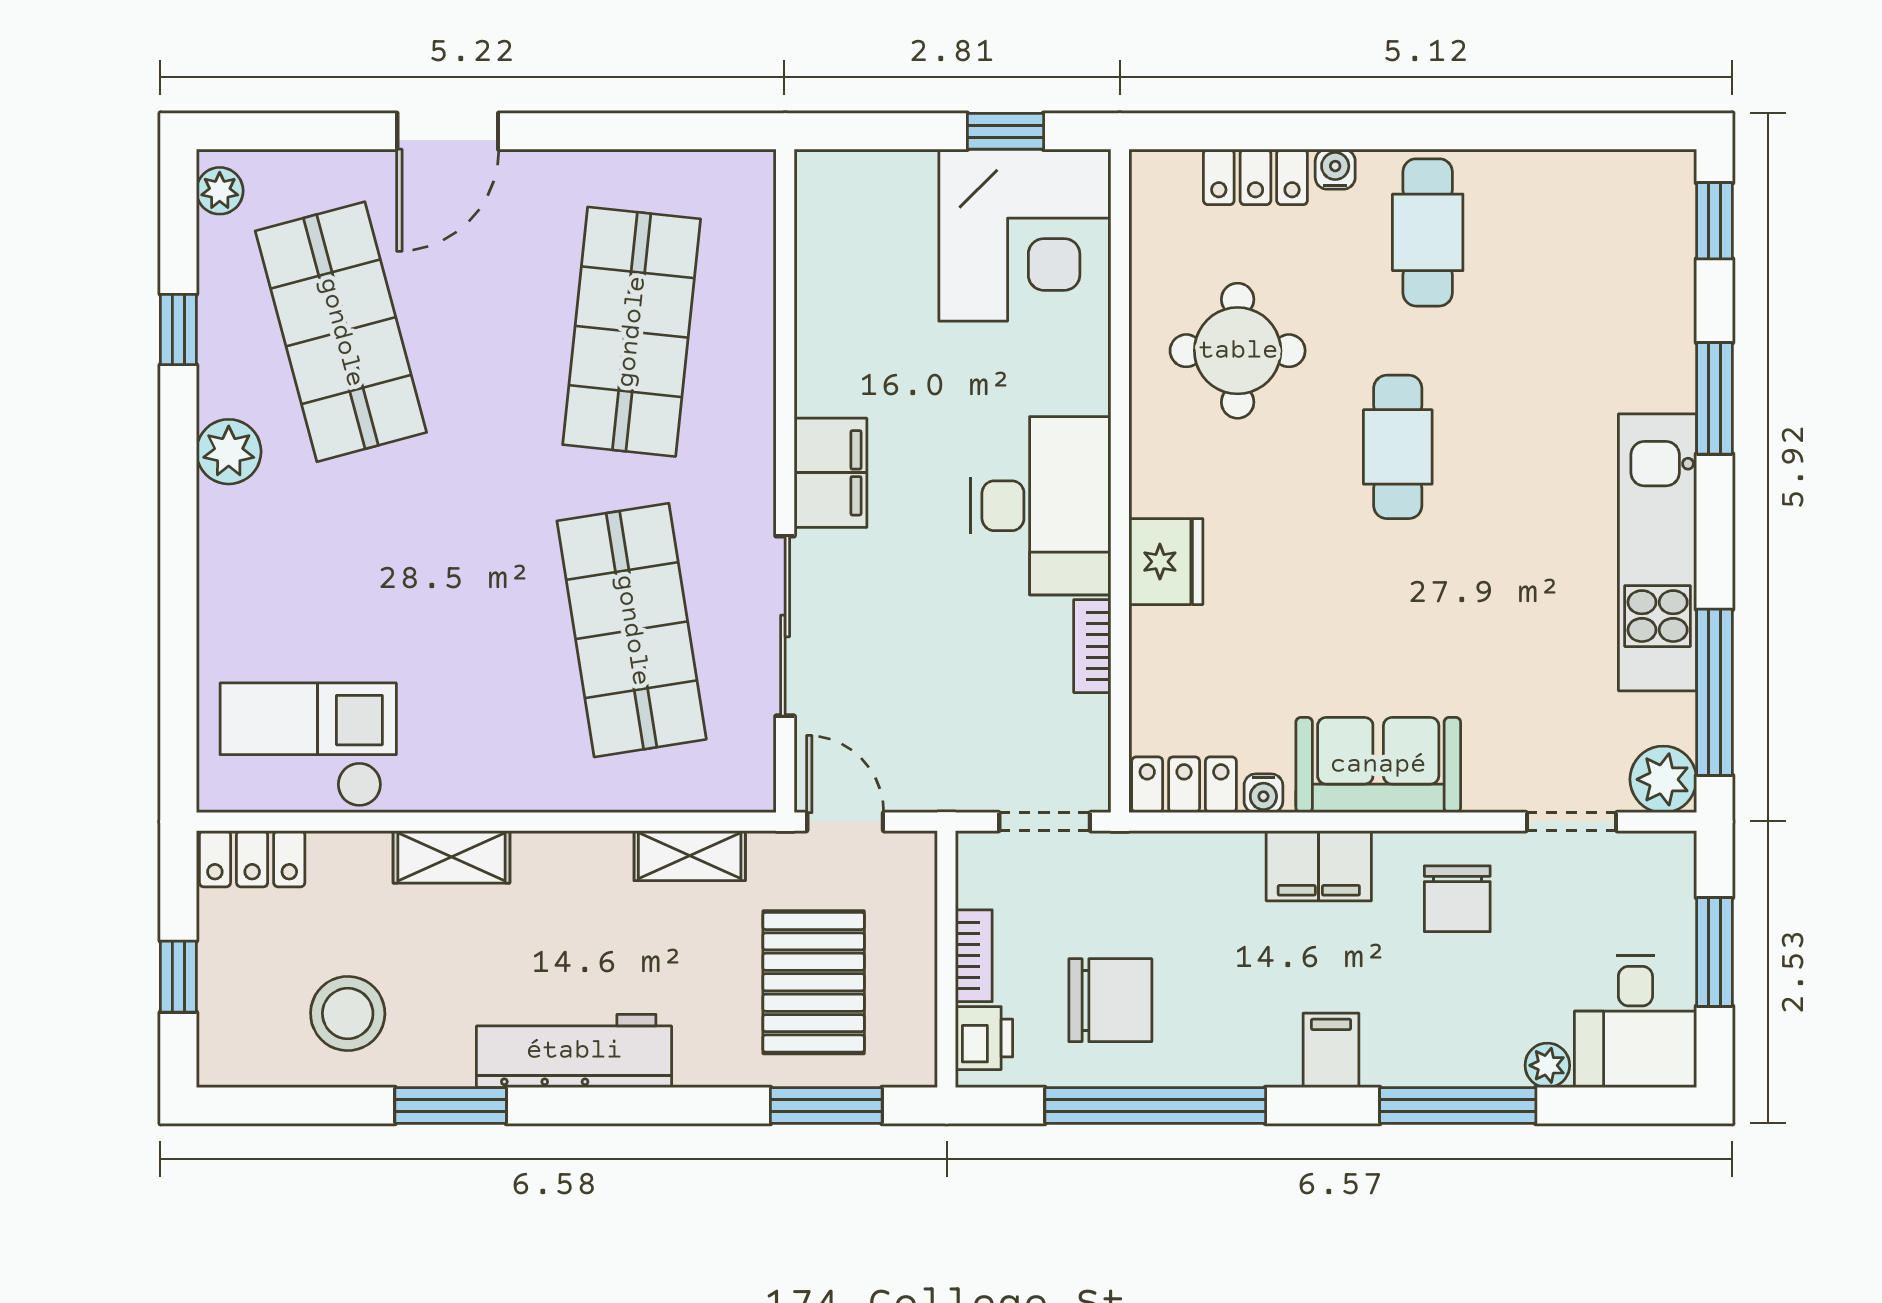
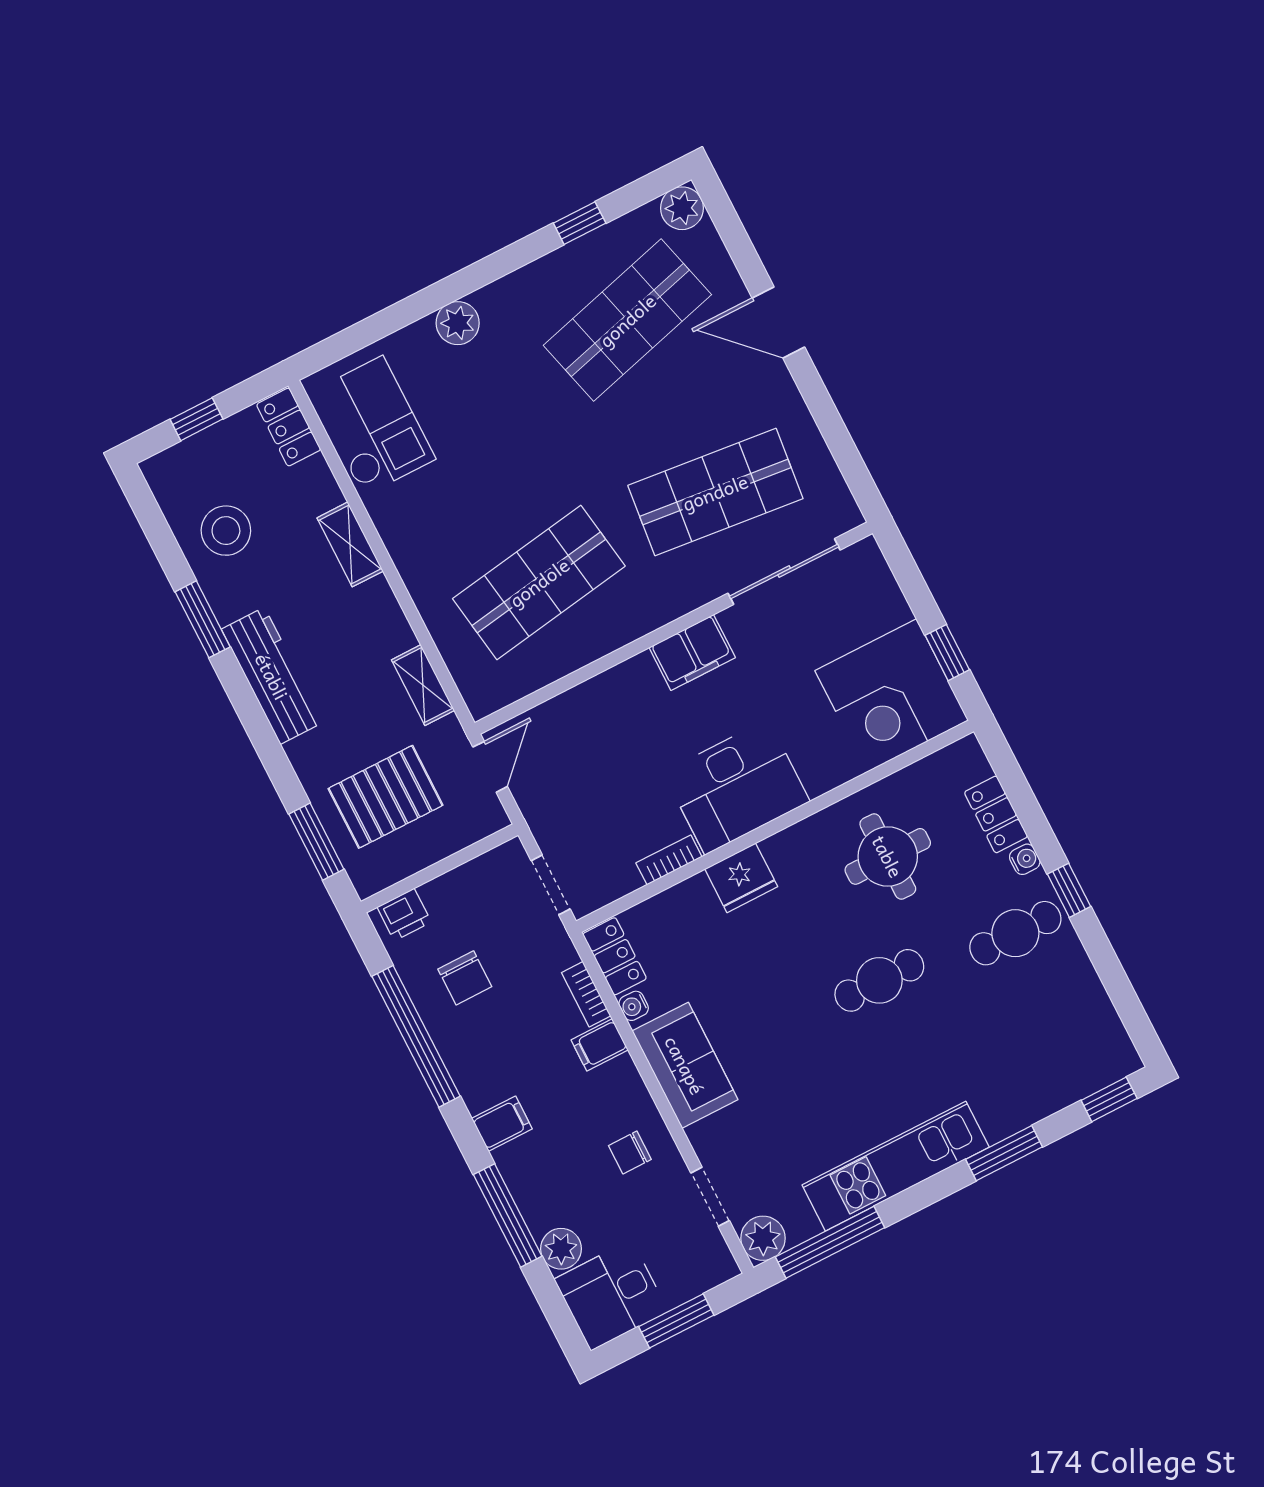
window: (1407, 131) -> (1069, 890), added
plant: (220, 191) -> (682, 208), width x1.38, depth x1.38
plant: (229, 452) -> (458, 323), moved
sliding door: (785, 626) -> (784, 572), moved
filing cabinet: (1319, 866) -> (600, 1045), width x0.50
chair: (1457, 899) -> (630, 1152), width x0.73, depth x0.73
bookcase: (974, 956) -> (586, 994), moved, turned 90
chair: (1110, 1000) -> (465, 978), width x0.73, depth x0.73
plant: (1547, 1065) -> (561, 1249), width x1.38, depth x1.38

